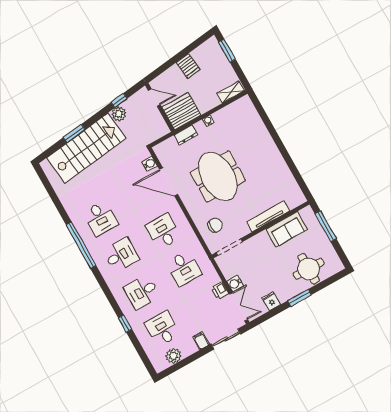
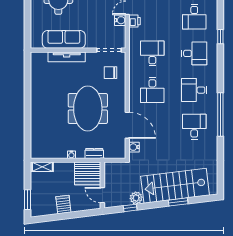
window: (326, 226) -> (27, 25), removed
sofa: (287, 229) -> (64, 39), width x1.36

